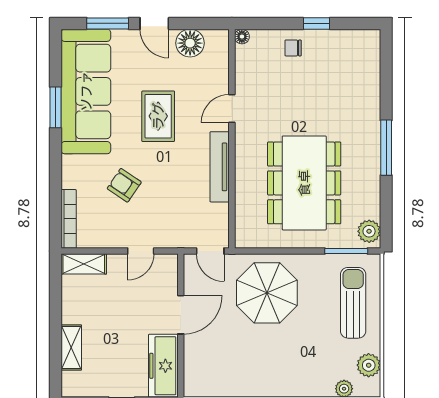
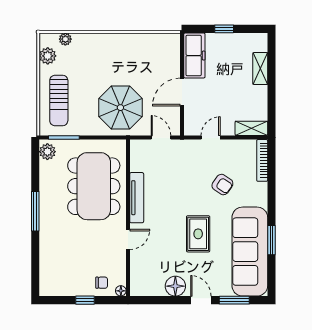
floor lamp: (242, 37) -> (121, 291), moved
door: (232, 108) -> (128, 239), moved
wall: (232, 139) -> (128, 218), moved
tv unit: (220, 167) -> (137, 198), moved

